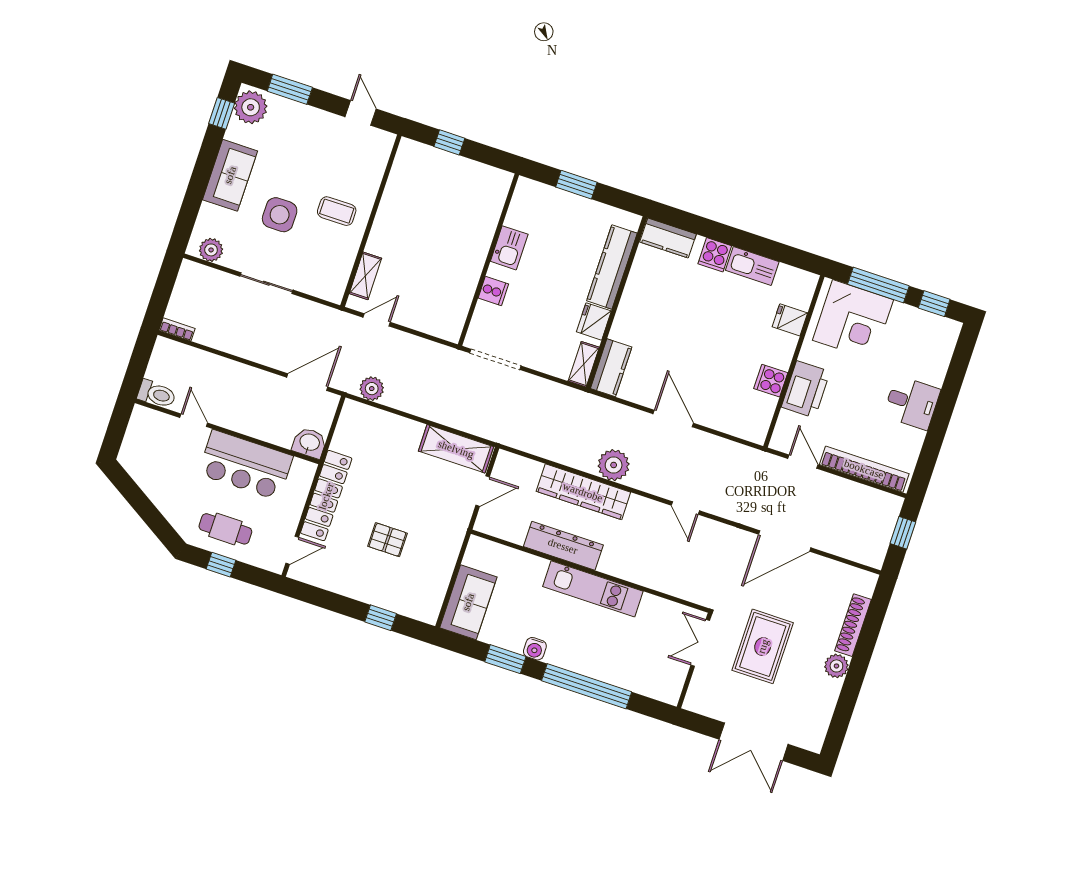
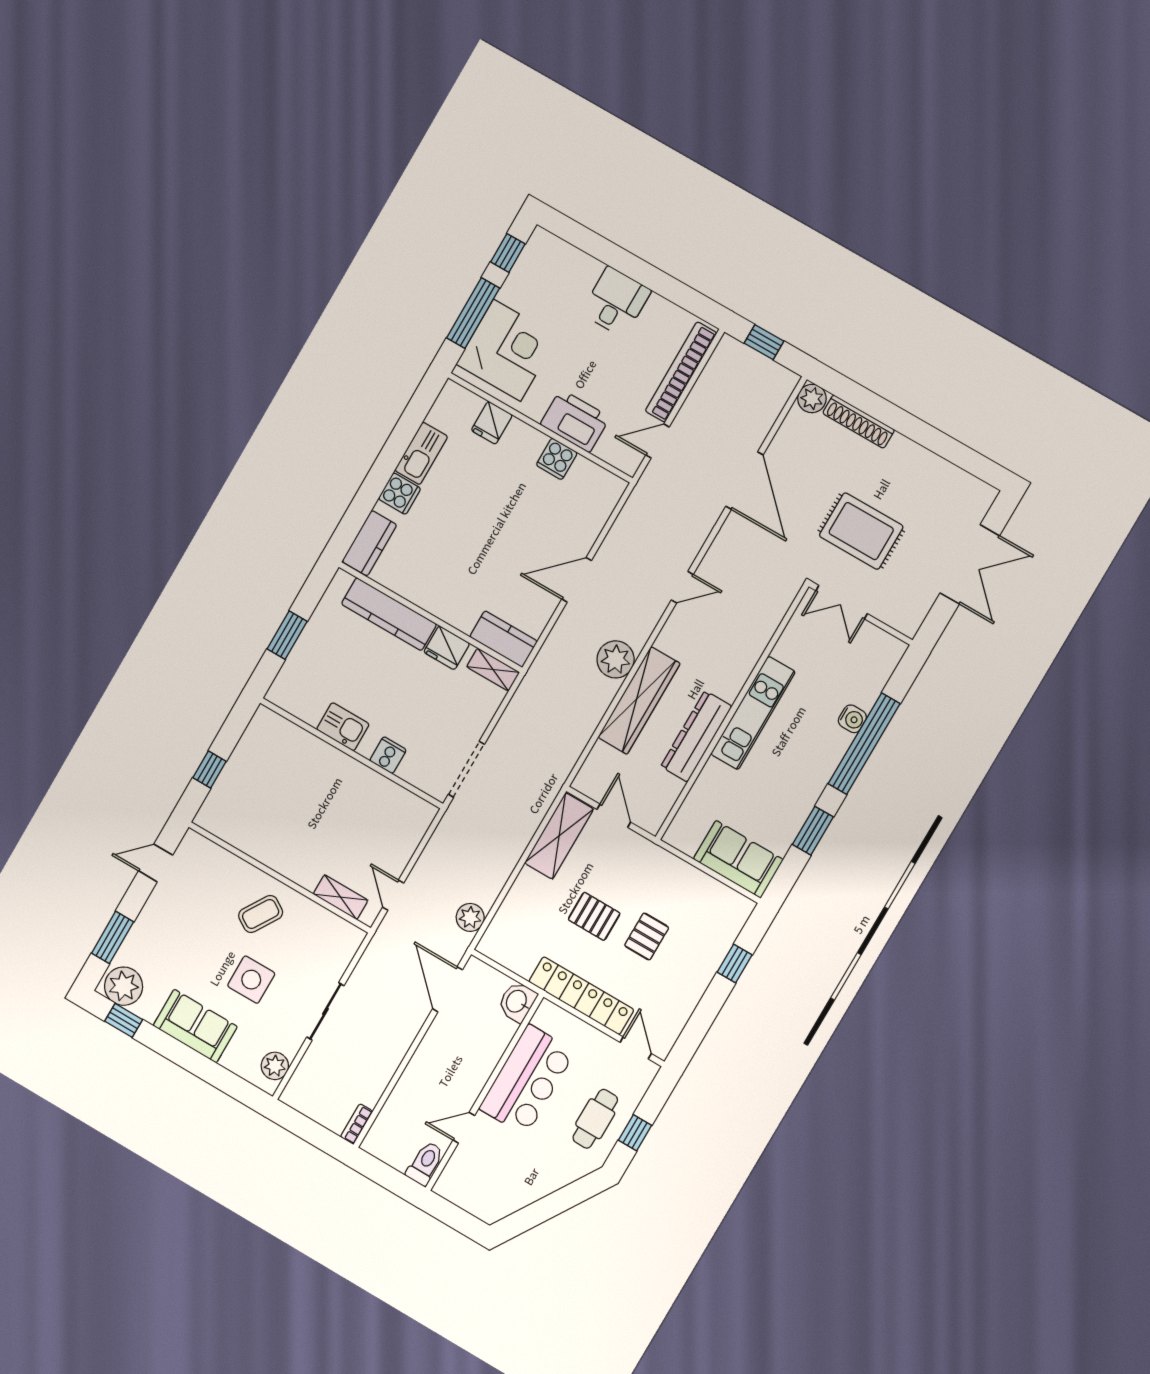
coffee table: (337, 211) -> (261, 914), turned 32
pallet: (395, 492) -> (594, 916), added
water cooler: (535, 649) -> (852, 719), moved
plant: (836, 666) -> (812, 398), moved

